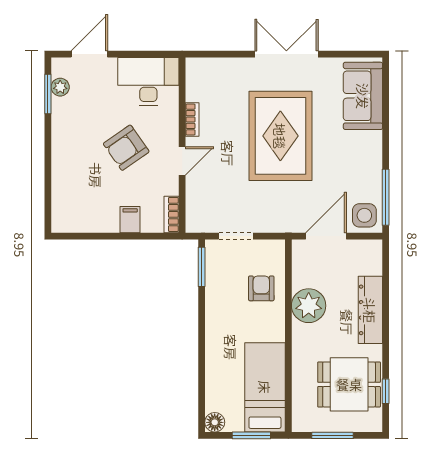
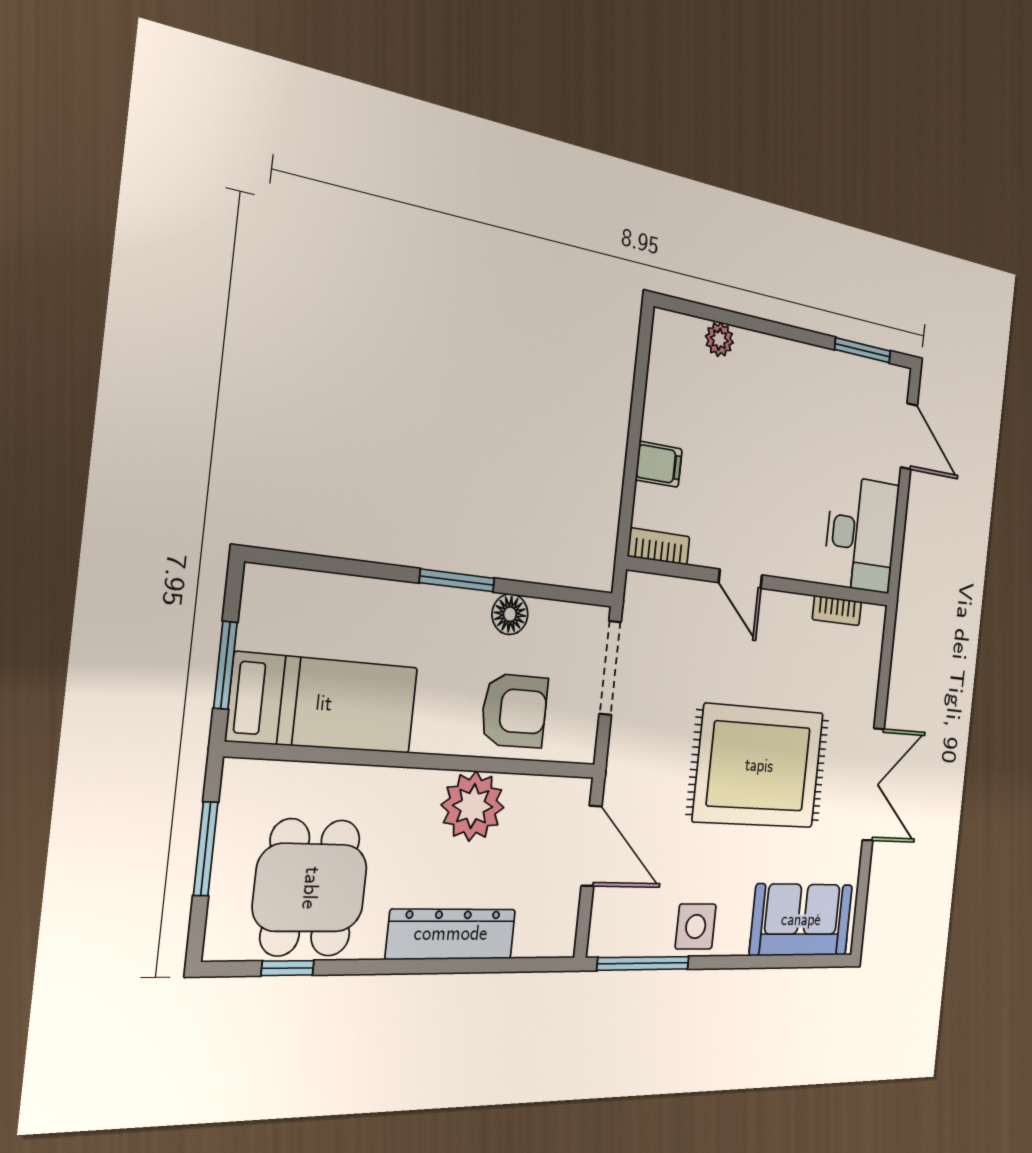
plant: (60, 87) -> (719, 339), moved
bookcase: (192, 119) -> (837, 611), moved
armchair: (126, 148) -> (771, 477), removed
side table: (364, 215) -> (696, 926), moved
doorway: (236, 236) -> (610, 668), width x1.38
window: (202, 267) -> (457, 580), moved
armchair: (261, 288) -> (514, 711), width x1.38, depth x1.38
floor lamp: (215, 422) -> (510, 614), moved

